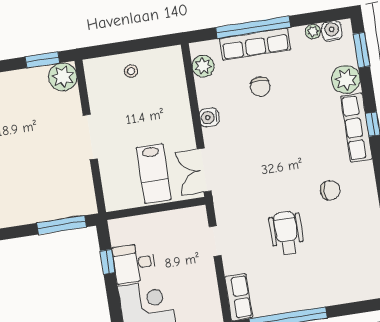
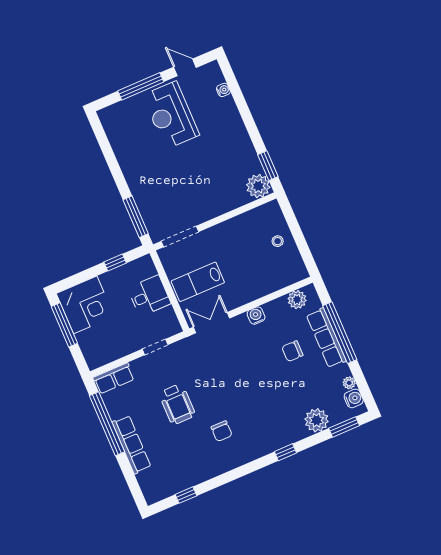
row of seats: (356, 128) -> (131, 445), moved, turned 90
doorway: (90, 137) -> (180, 236), moved
wheelchair: (286, 233) -> (177, 404), turned 90
desk: (134, 263) -> (149, 296), moved, turned 90

